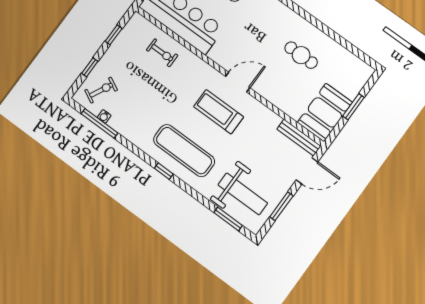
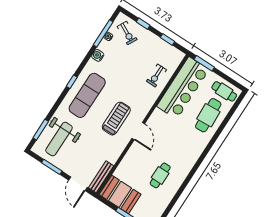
water cooler: (129, 133) -> (98, 55), added

